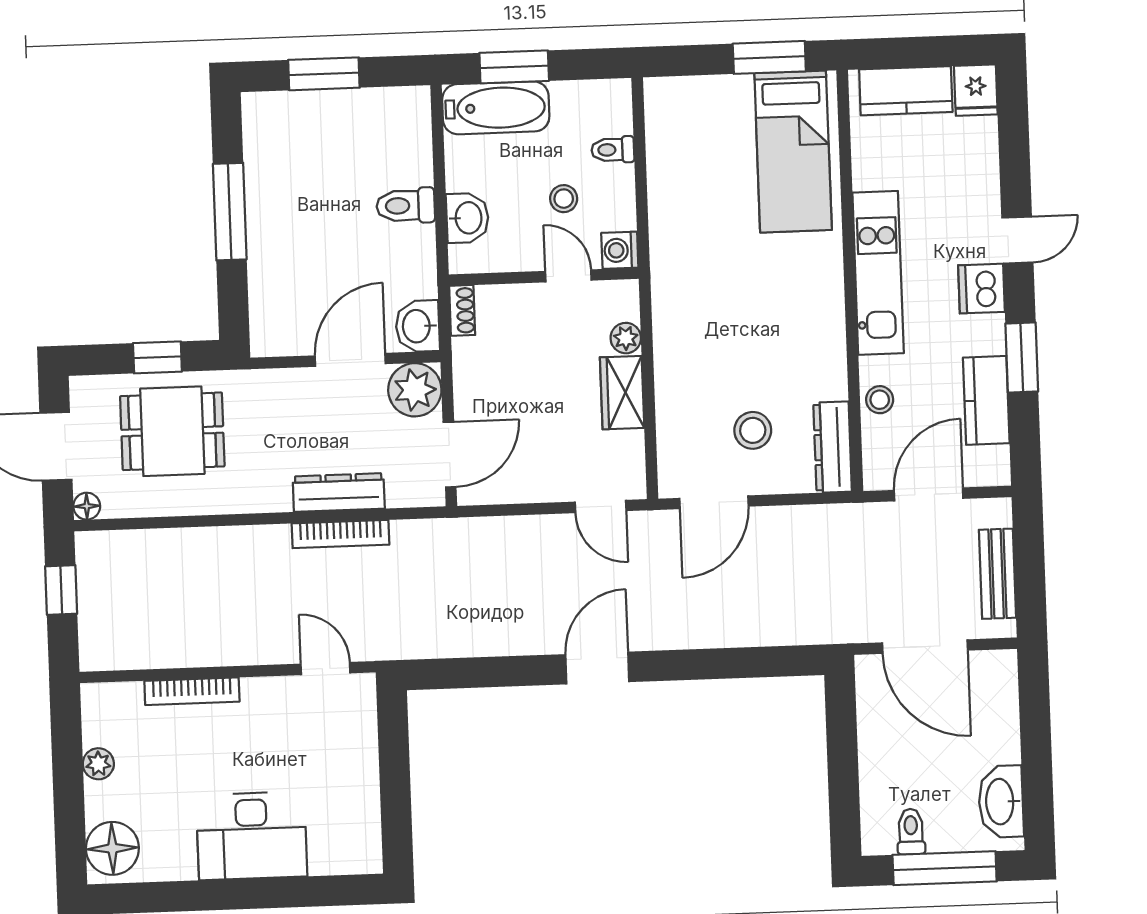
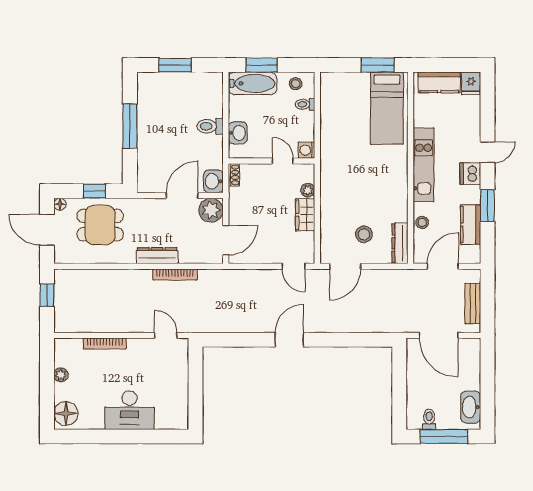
stool: (564, 199) -> (296, 84), moved
dresser: (339, 493) -> (157, 256), moved
floor lamp: (87, 506) -> (60, 204), moved

